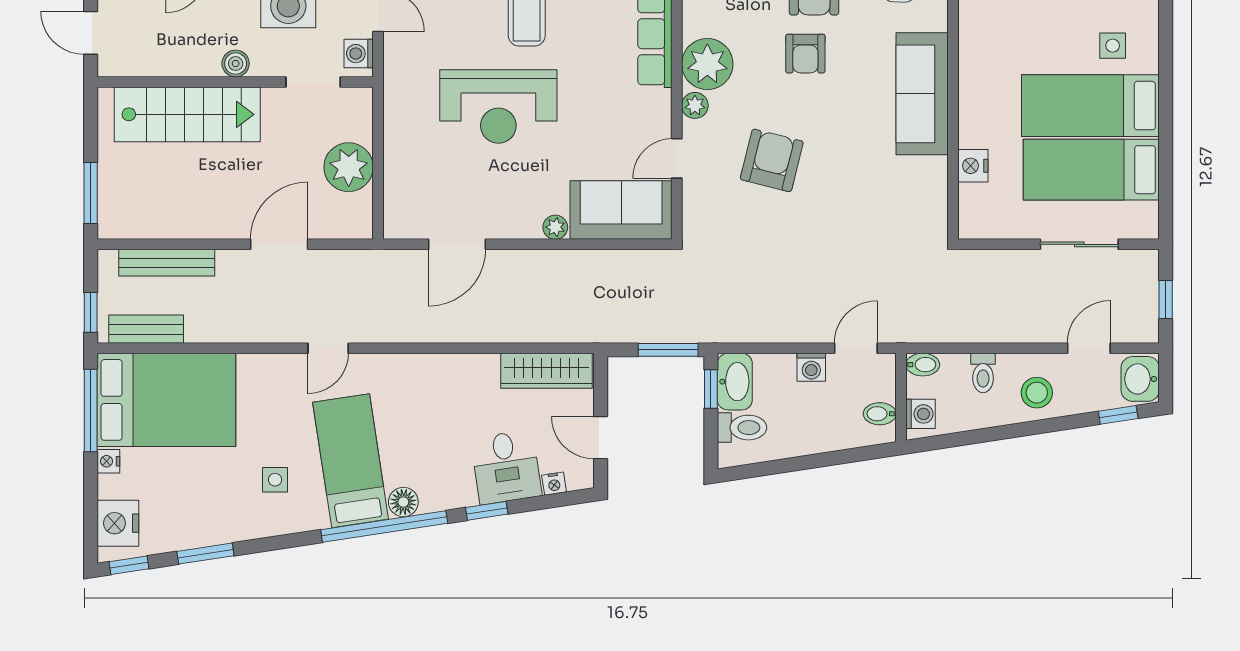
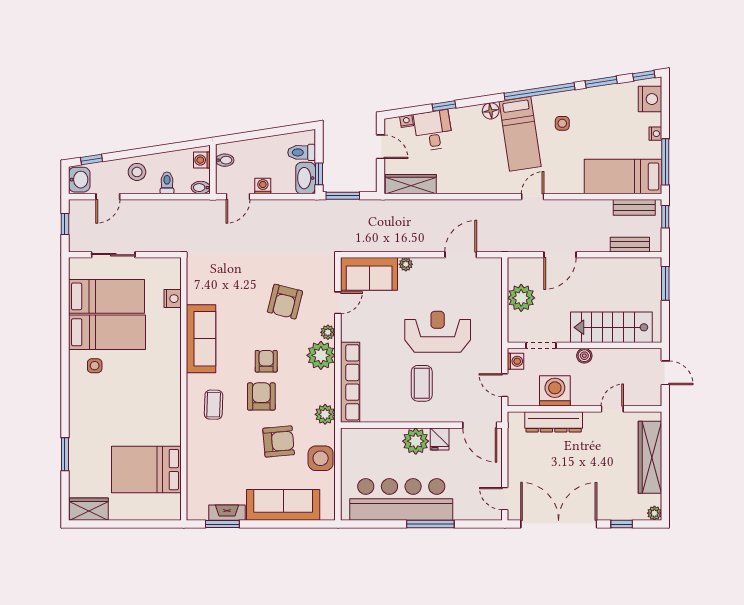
bench: (167, 263) -> (630, 245), width x0.73
bed: (166, 400) -> (623, 177), width x0.67
window: (384, 526) -> (539, 91), moved

